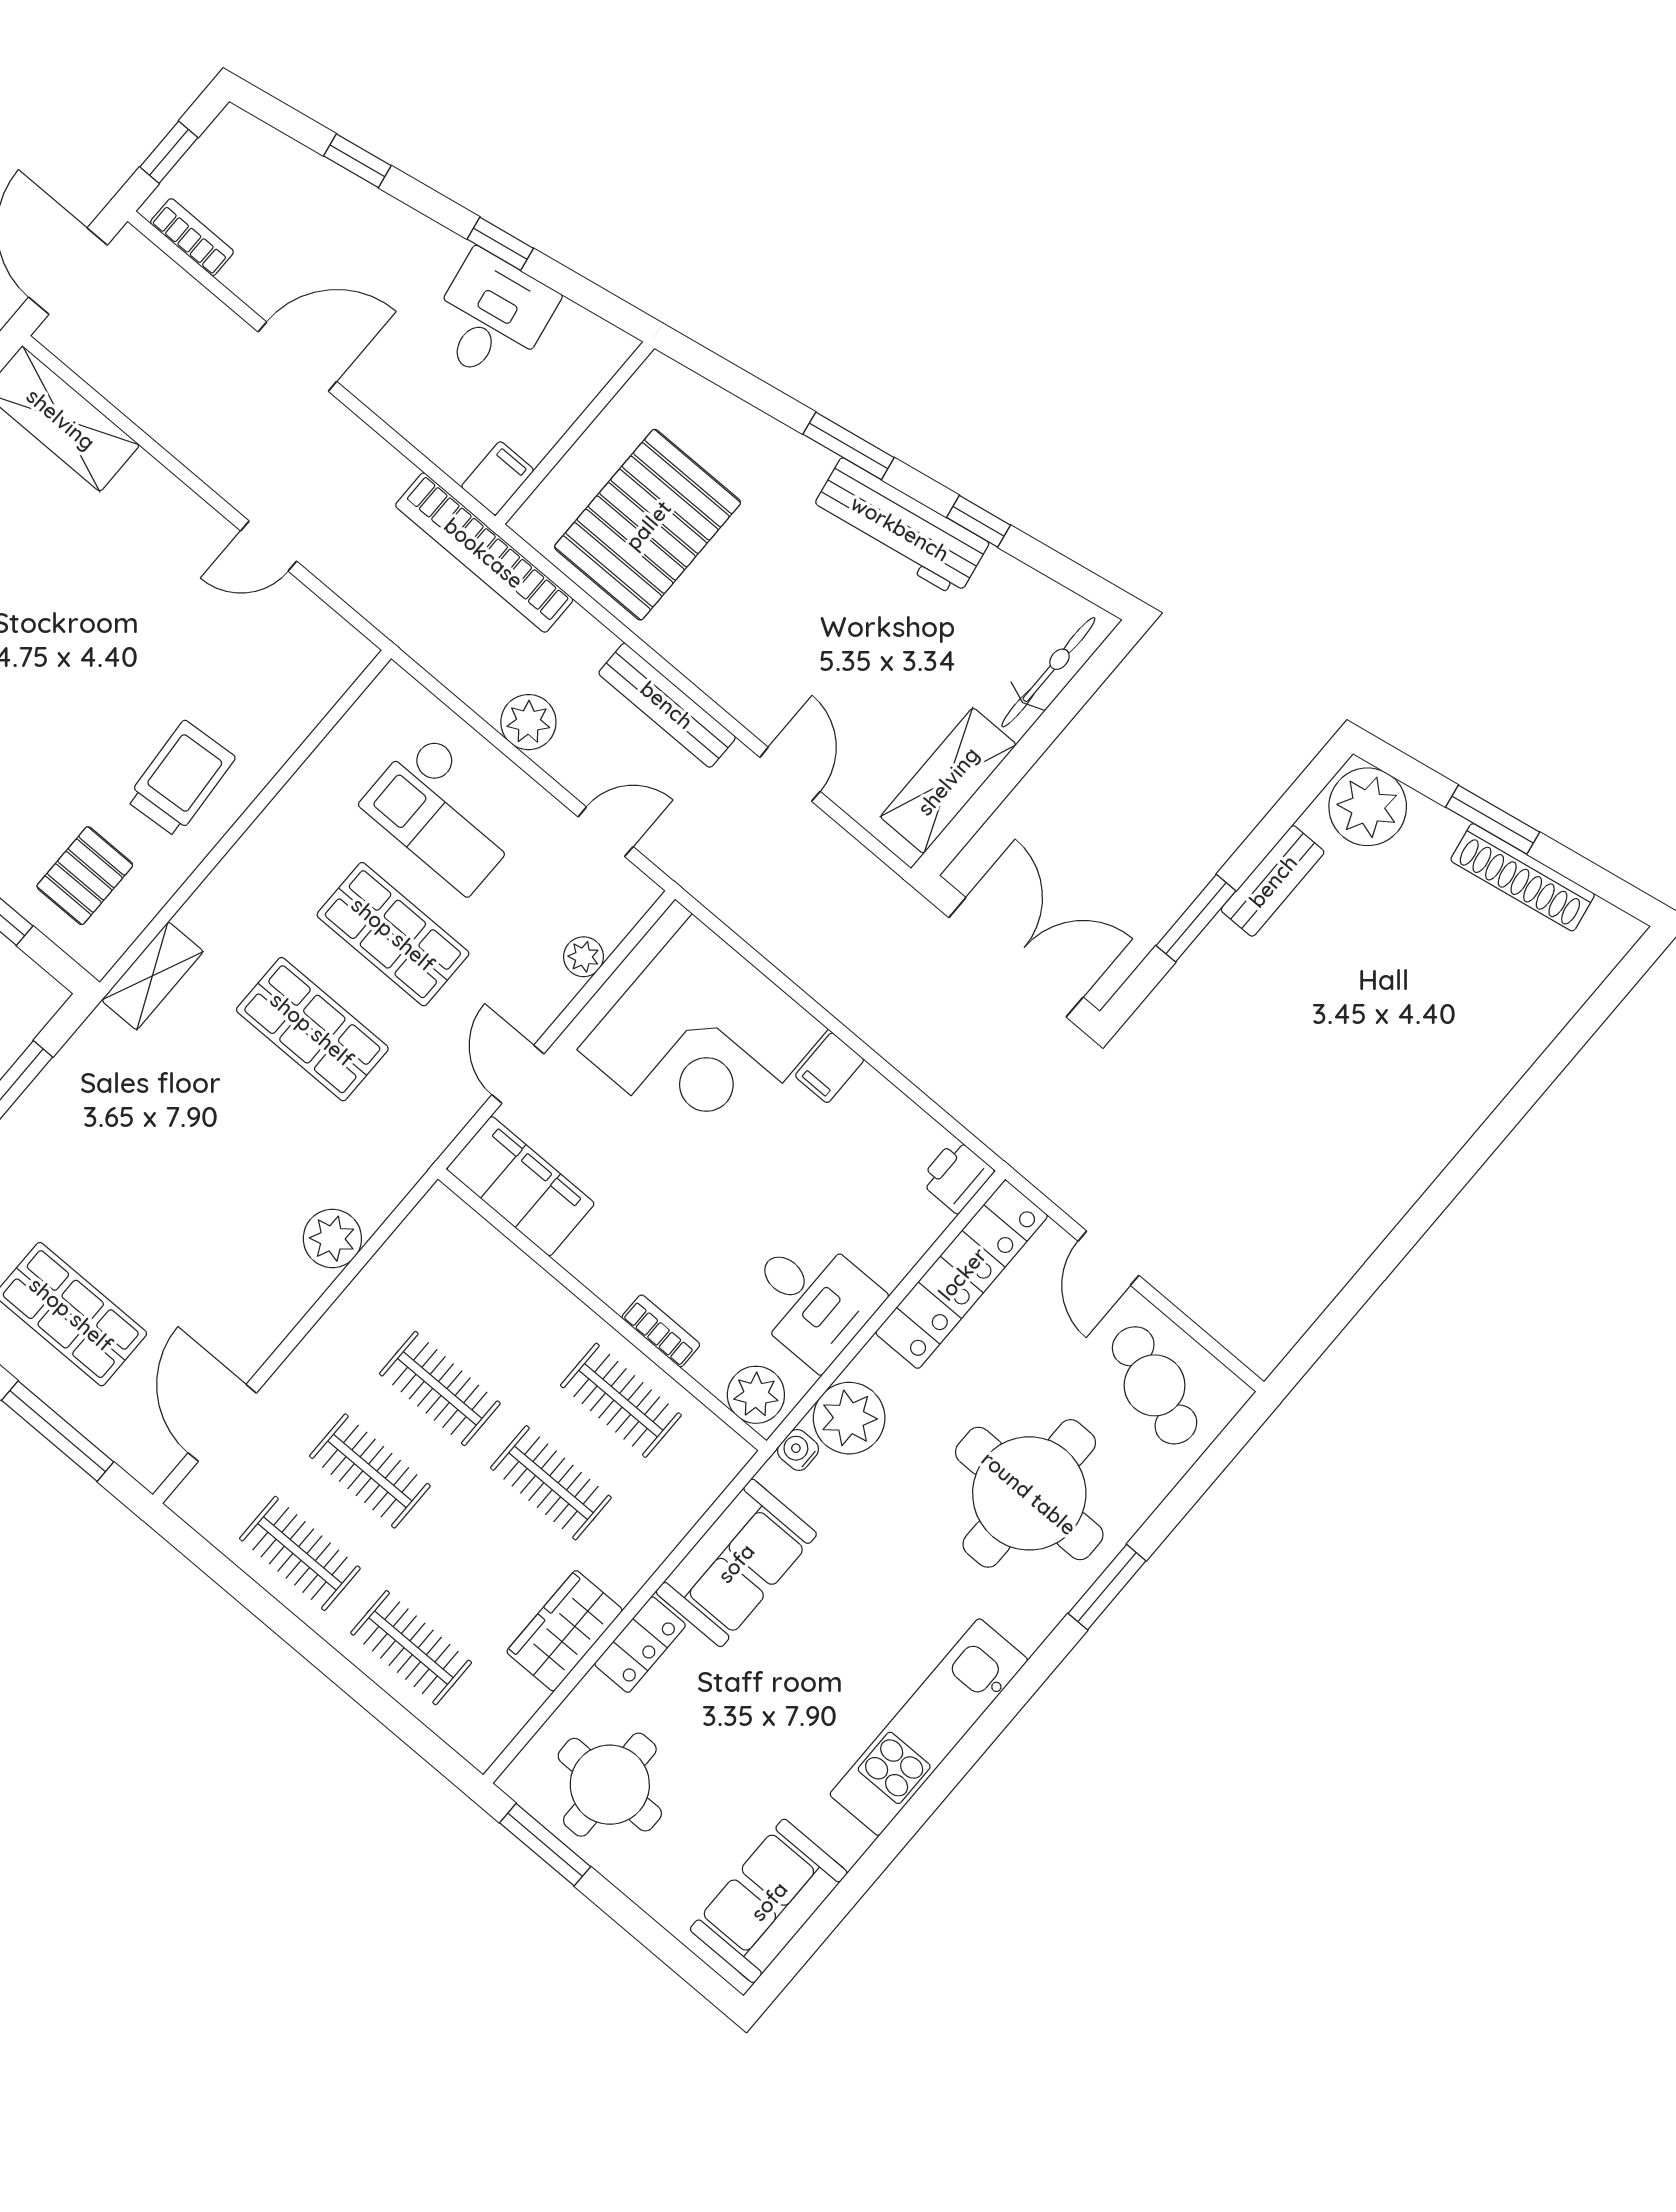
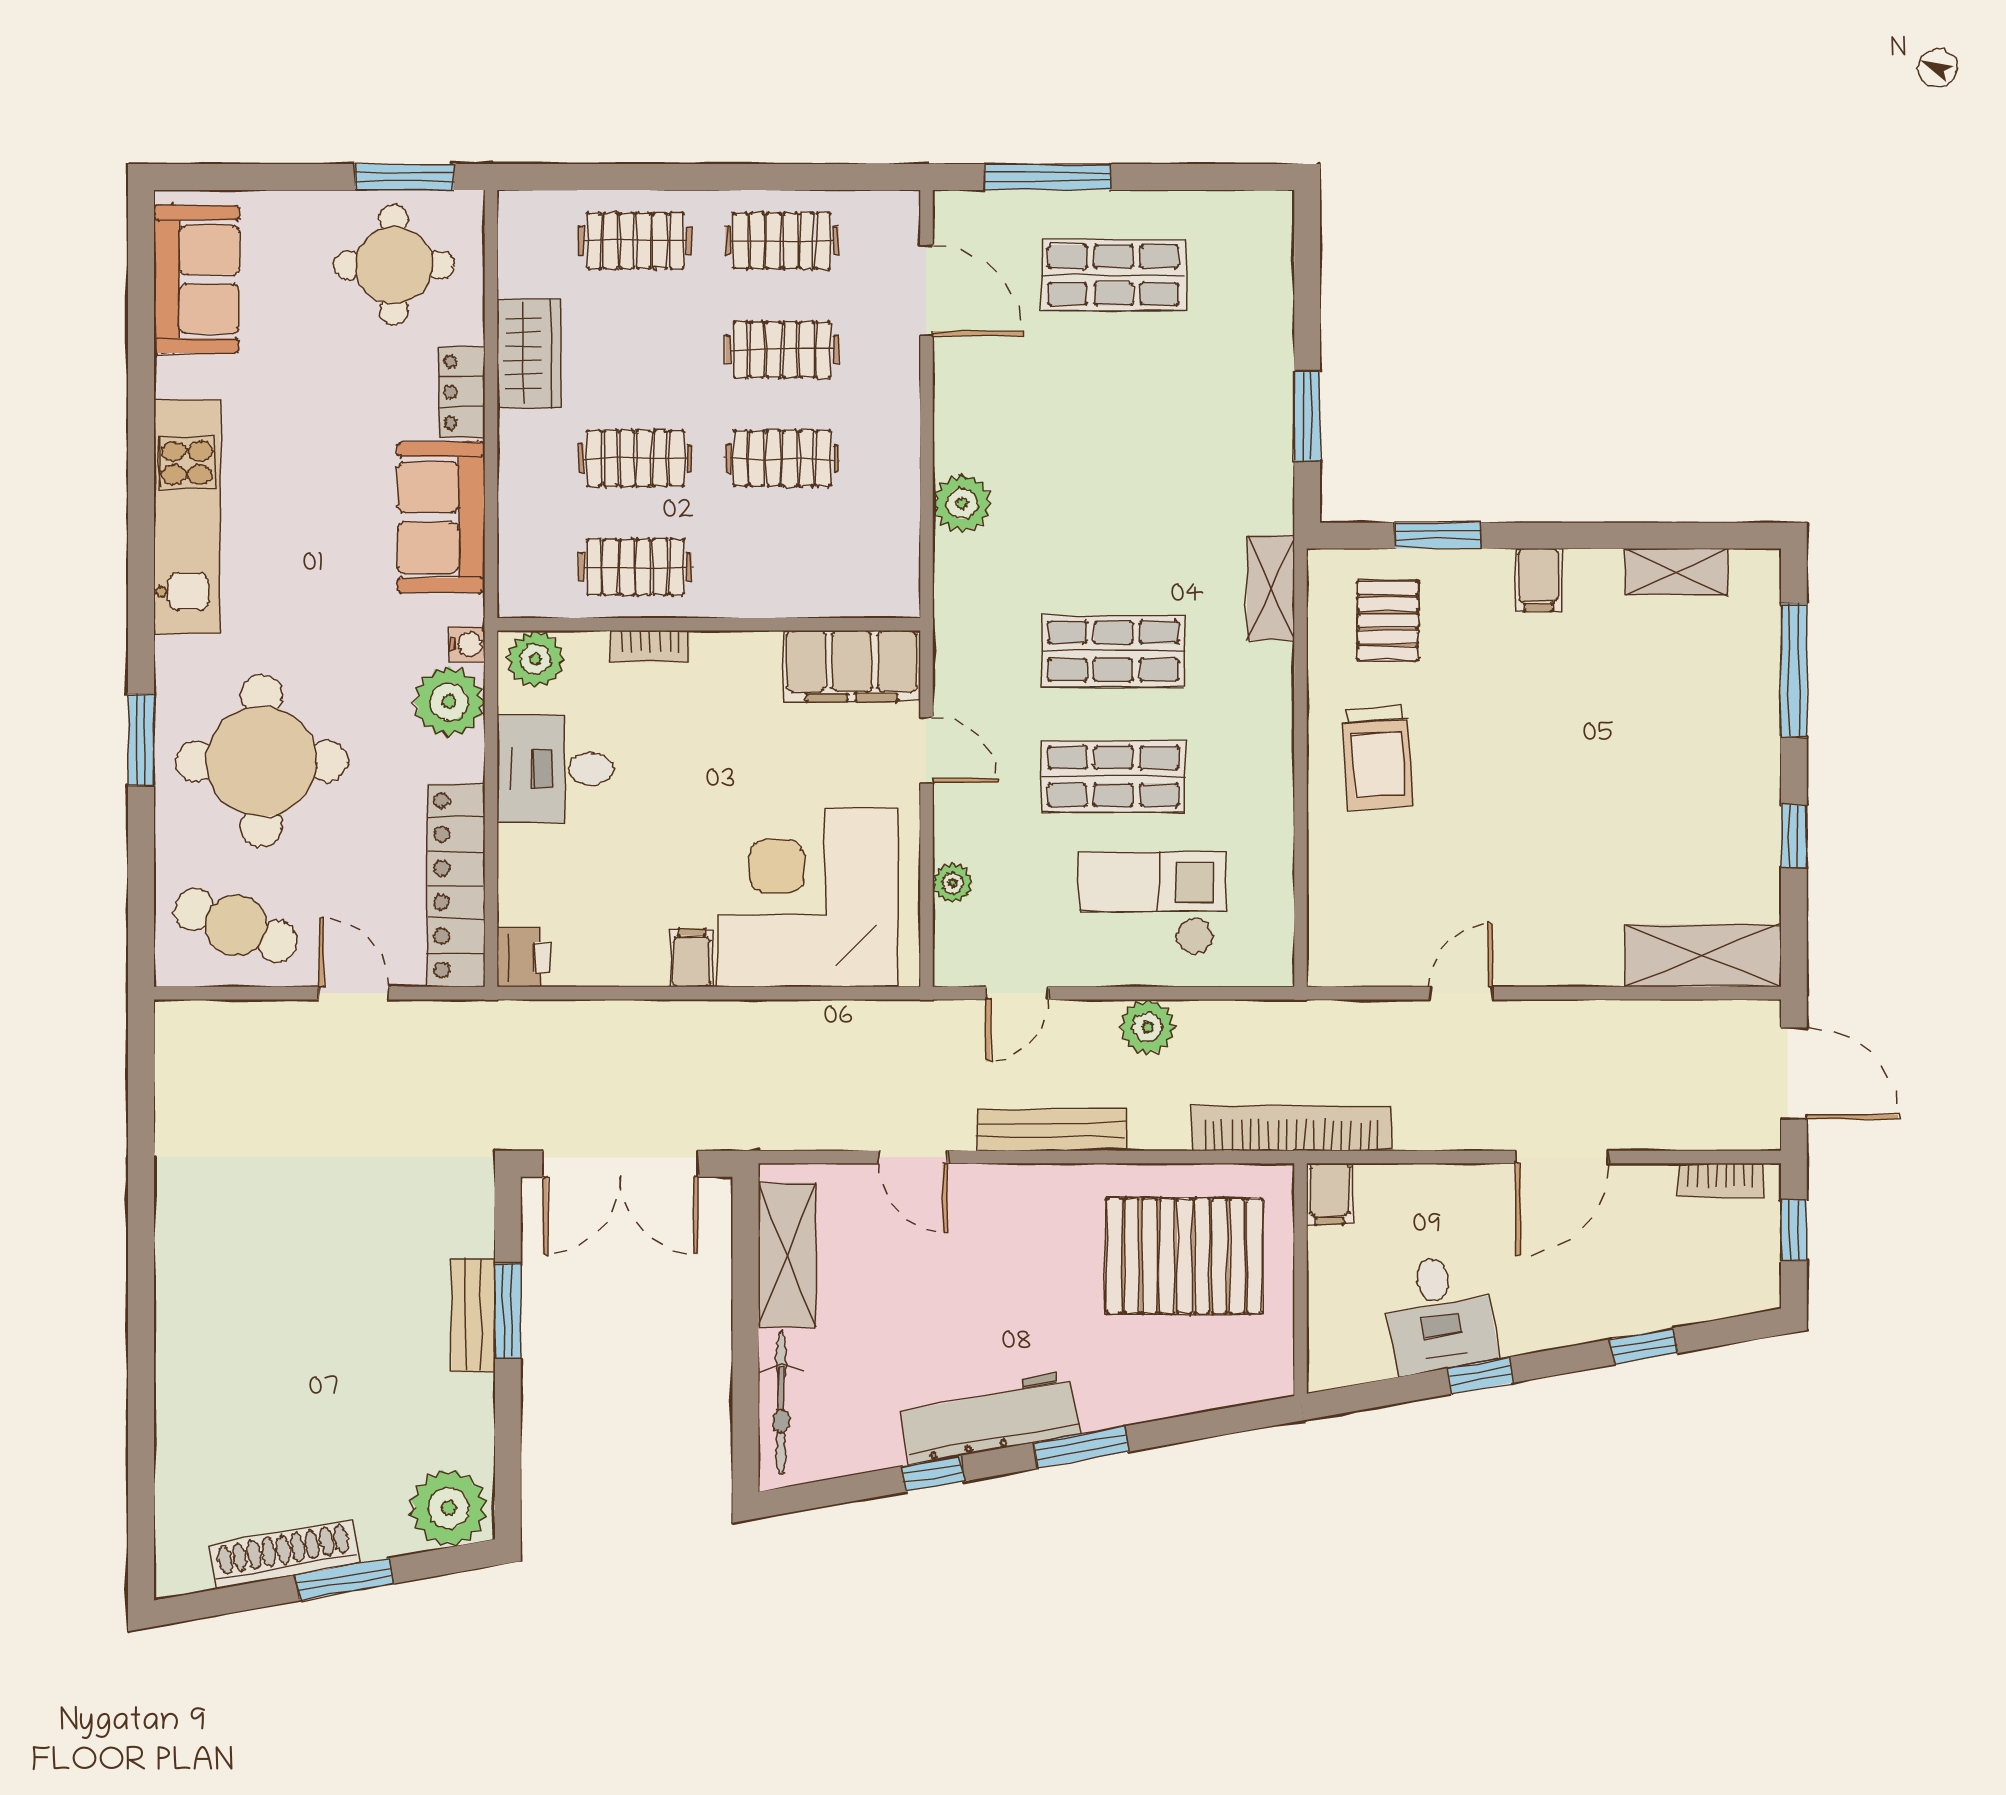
pallet: (648, 525) -> (1184, 1256), turned 90
bench: (1273, 881) -> (473, 1316), moved

